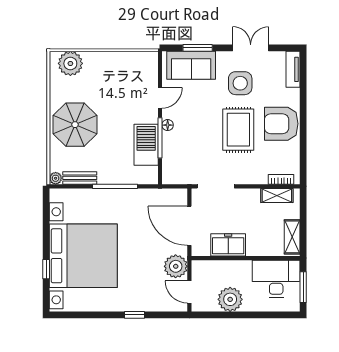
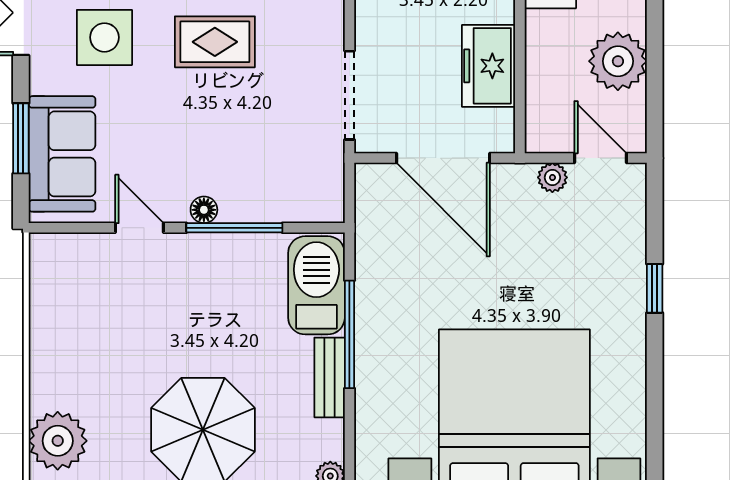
rug: (238, 130) -> (215, 42), width x0.73, depth x0.70
barbecue: (146, 145) -> (316, 285), moved, turned 90
bench: (80, 178) -> (330, 377), moved
door: (189, 226) -> (443, 158), hinge flipped
plant: (176, 266) -> (552, 177), width x0.53, depth x0.53
door: (189, 292) -> (601, 158), swing flipped

